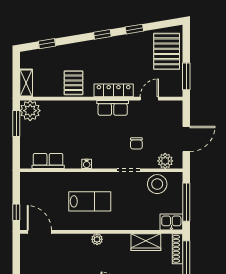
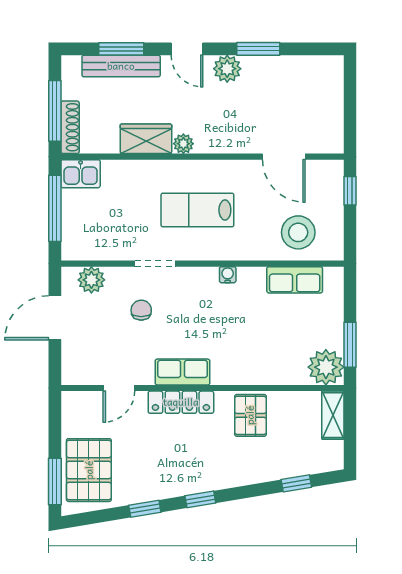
window: (186, 76) -> (55, 481), moved
stool: (157, 184) -> (298, 232), moved
lab bench: (90, 201) -> (197, 210), moved
door: (39, 232) -> (284, 157), moved
plant: (97, 239) -> (183, 144), moved
wardrobe: (146, 242) -> (146, 139), moved

